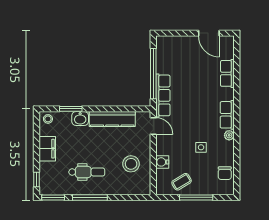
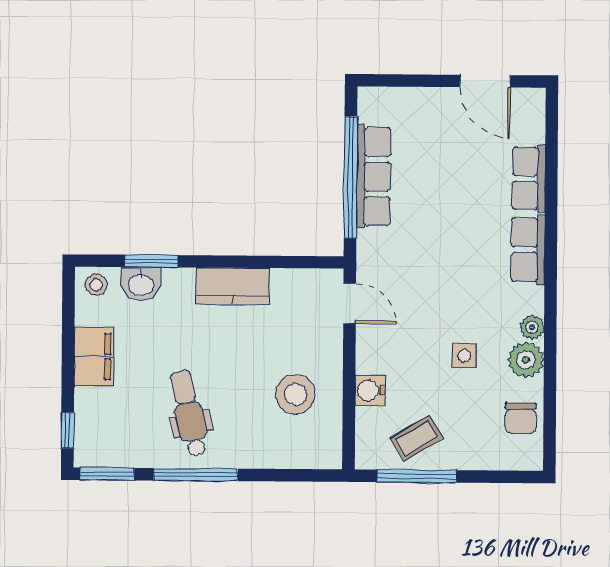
row of seats: (163, 95) -> (374, 177), moved
row of seats: (227, 115) -> (528, 250), moved
washbasin: (80, 119) -> (141, 284), moved
kitchen counter: (112, 119) -> (233, 286), width x0.67
plant: (227, 149) -> (526, 360), added
dental chair: (87, 172) -> (189, 413), turned -103
window: (196, 197) -> (417, 476), moved

